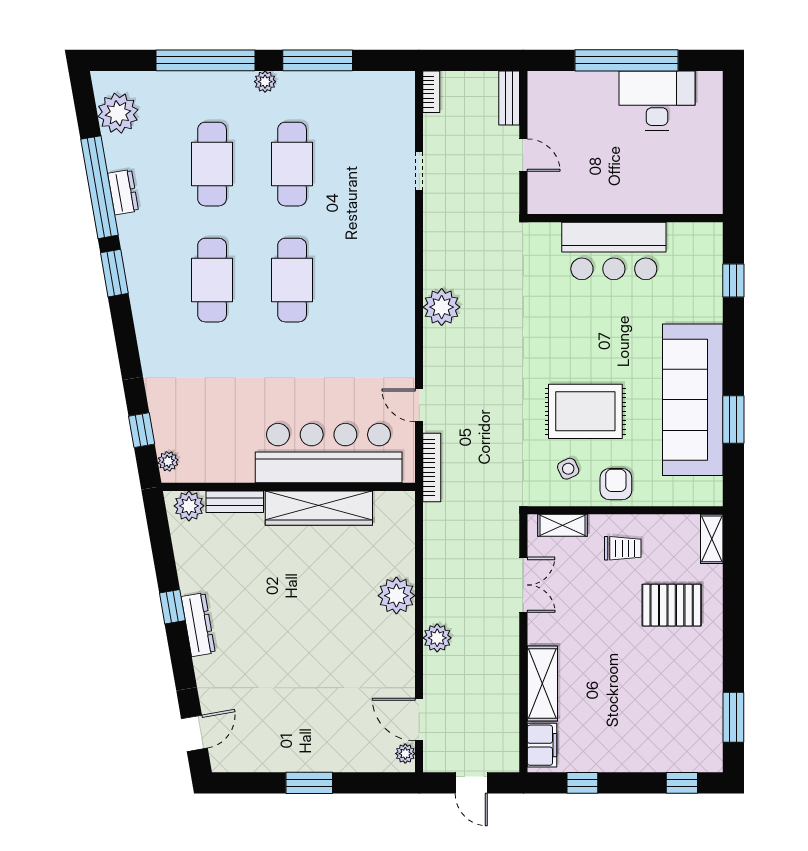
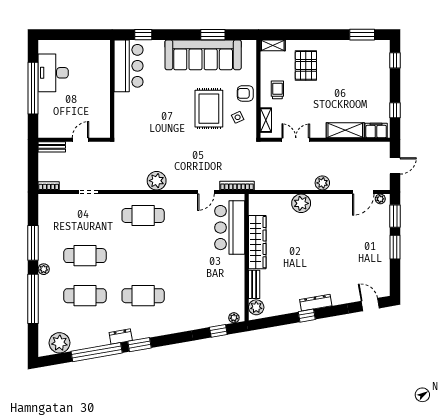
dresser: (123, 192) -> (121, 337), moved
bar counter: (614, 251) -> (129, 66), moved
cafe table: (292, 280) -> (143, 216), moved
bar counter: (329, 453) -> (230, 228), width x0.73
window: (371, 783) -> (395, 216), added

